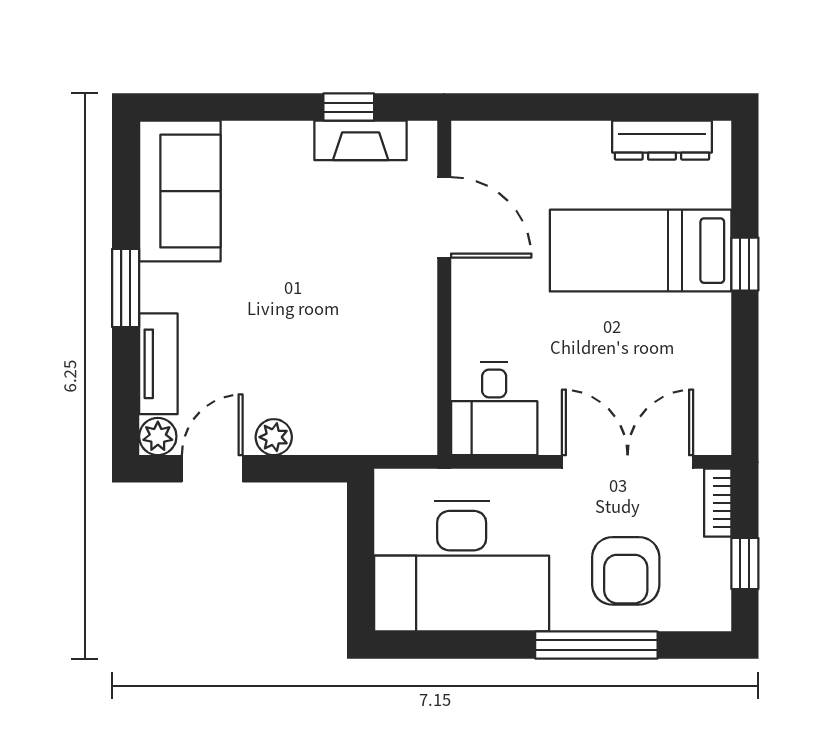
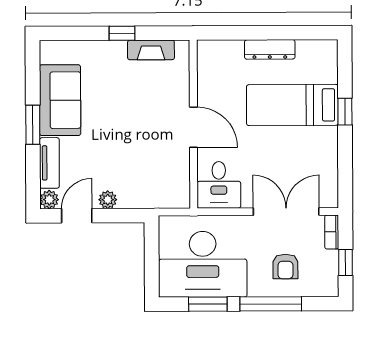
window: (349, 107) -> (122, 33), moved
dresser: (662, 140) -> (270, 49), moved
sofa: (180, 191) -> (60, 100), moved
door: (444, 217) -> (193, 127), moved
armchair: (626, 571) -> (285, 267), width x0.72, depth x0.72
window: (471, 645) -> (208, 304), added

